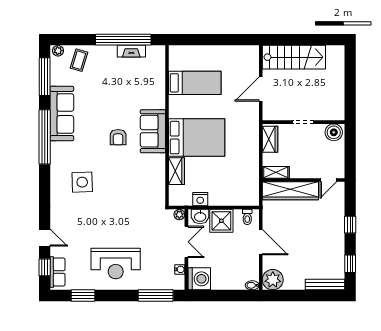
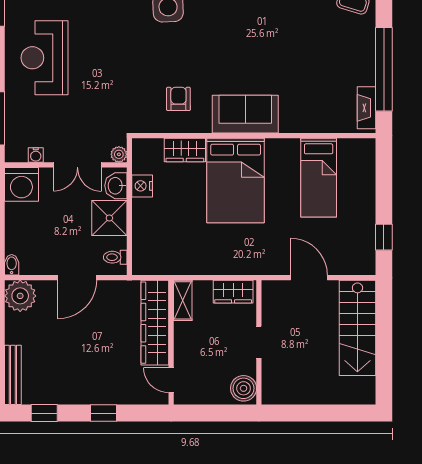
window: (234, 40) -> (384, 237), added
fireplace: (131, 51) -> (366, 108), moved
armchair: (118, 137) -> (178, 99), moved, turned 90

